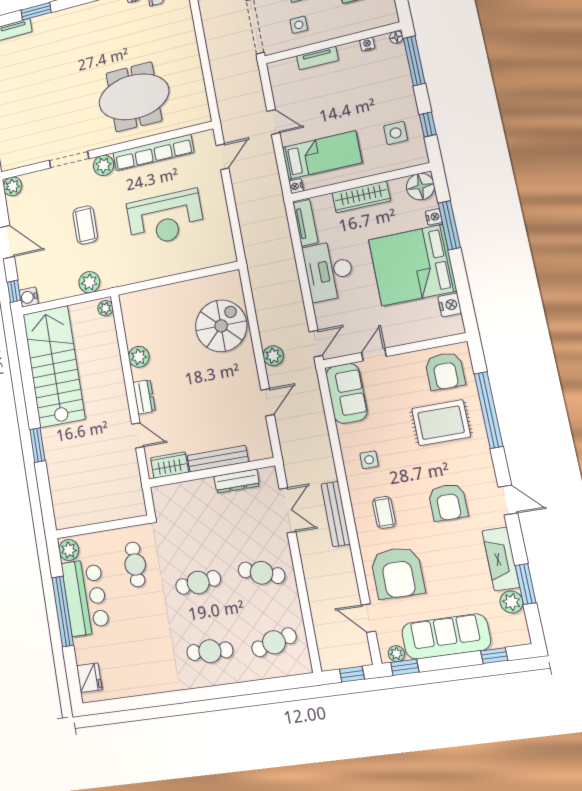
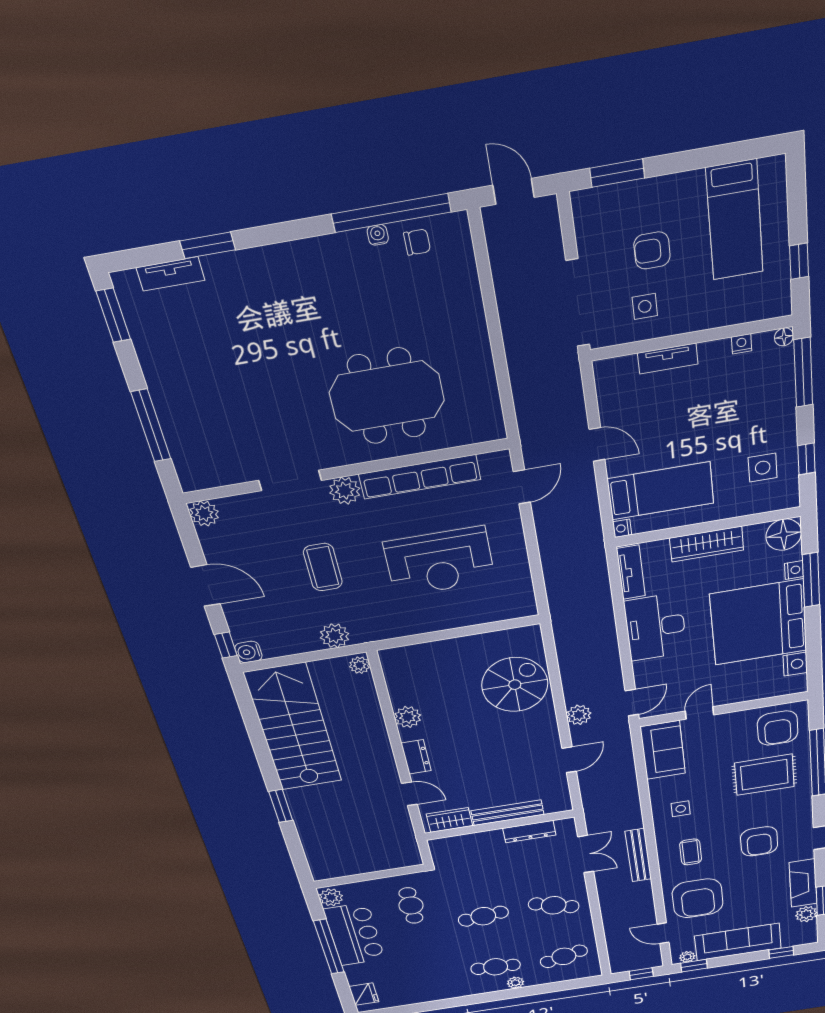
plant: (229, 675) -> (515, 983), added

